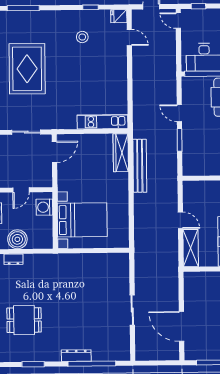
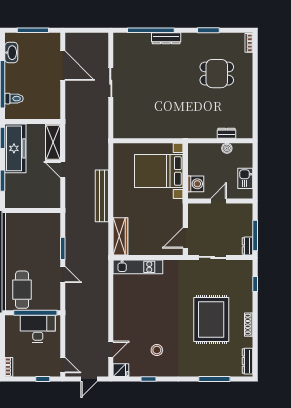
door: (129, 37) -> (111, 349), swing flipped
bench: (140, 166) -> (102, 196), moved
boiler: (17, 239) -> (227, 148), width x0.54, depth x0.54

